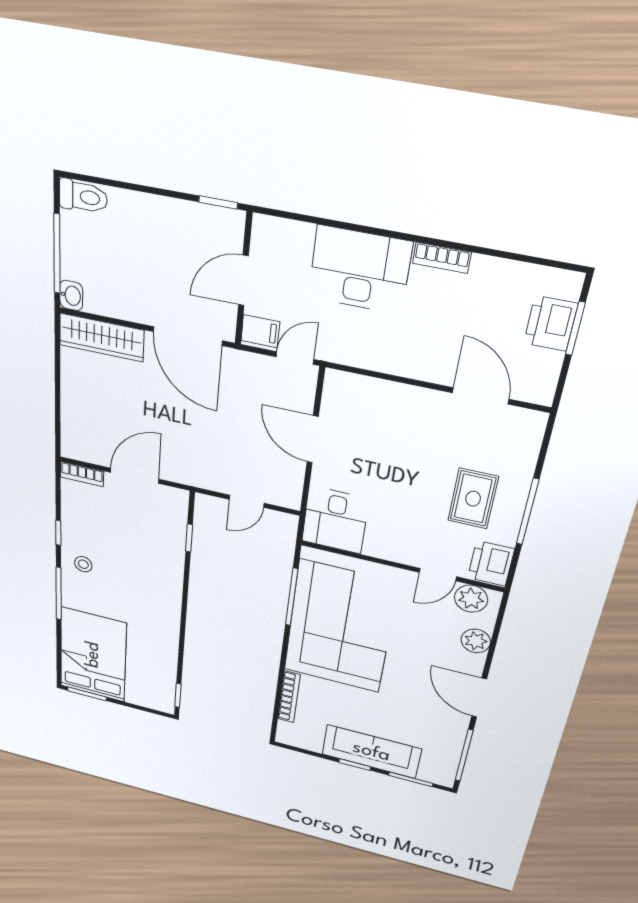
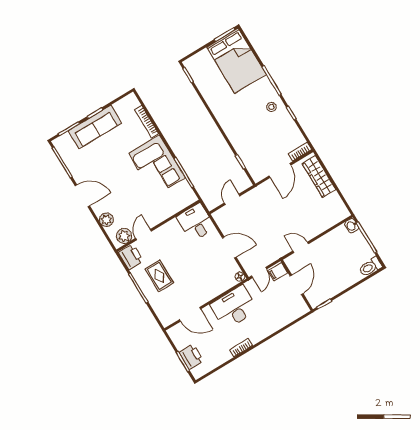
desk: (360, 270) -> (234, 307), moved, turned 180
door: (188, 336) -> (301, 247), width x0.53
wardrobe: (102, 338) -> (319, 176), moved, turned -90
floor lamp: (334, 380) -> (240, 277), added
corner sofa: (340, 627) -> (157, 165), width x0.73, depth x0.74

